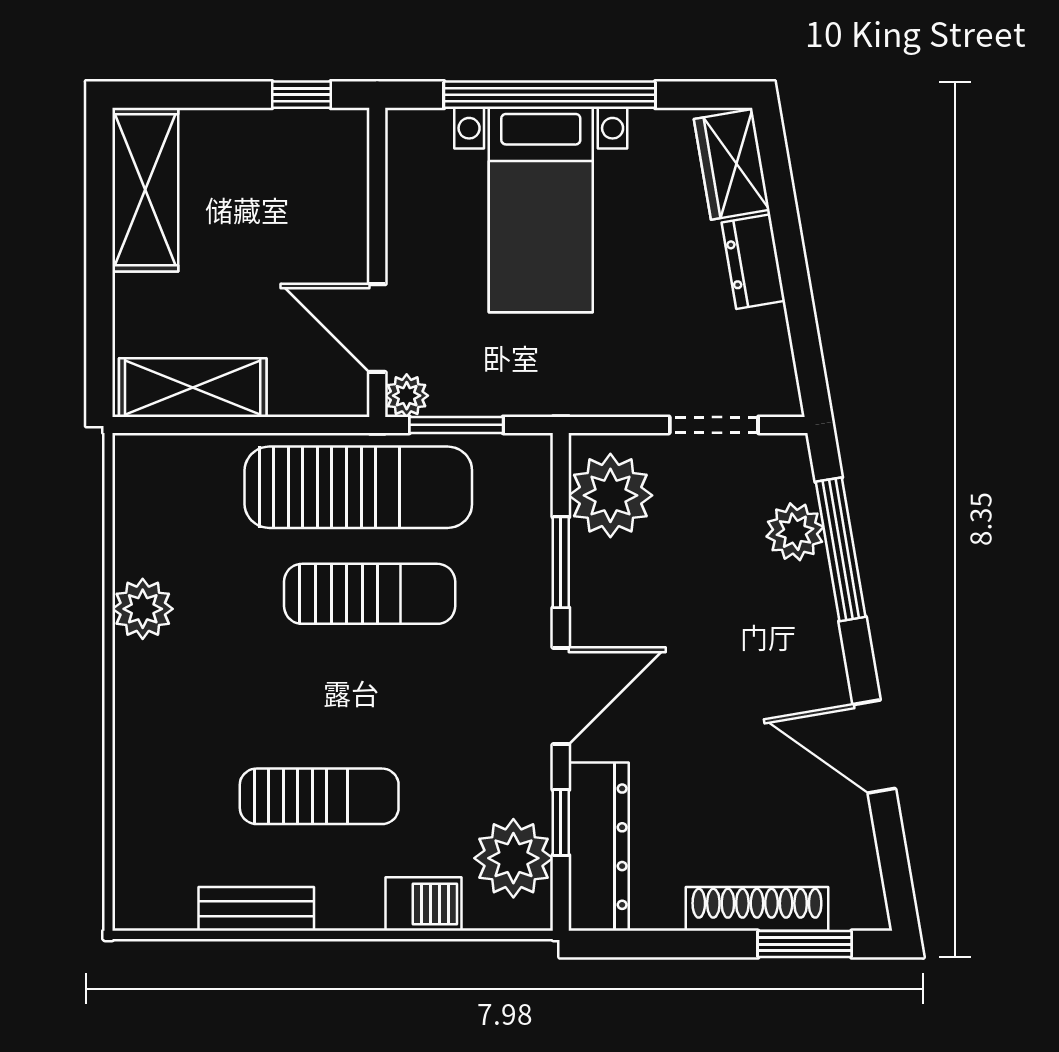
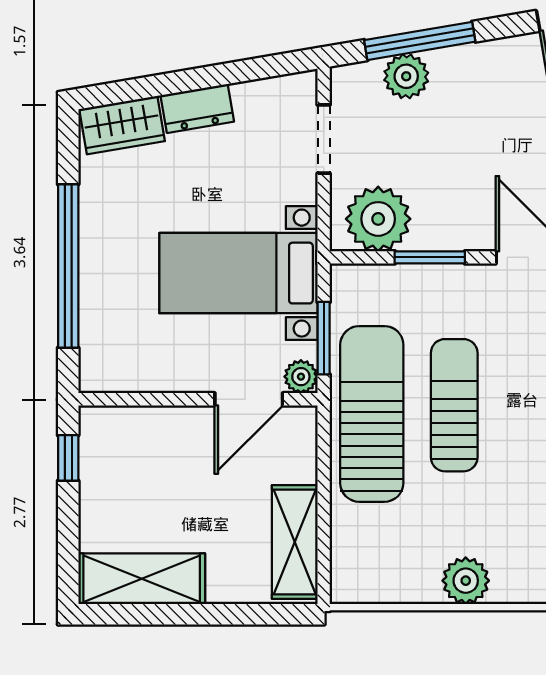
bed with nightstands: (541, 210) -> (238, 273), moved, turned 180

